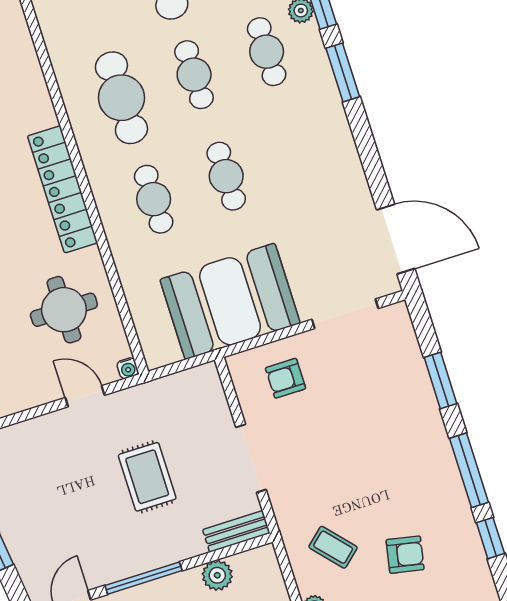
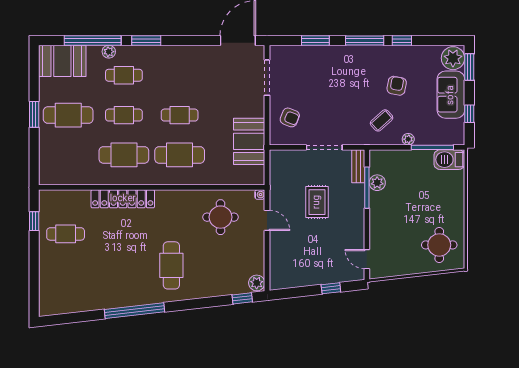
locker: (63, 189) -> (123, 199), moved
cafe table: (154, 199) -> (180, 155), width x1.37, depth x1.35
booth: (230, 301) -> (249, 141), width x0.73, depth x0.70
armchair: (286, 378) -> (290, 117), turned -68
door: (85, 396) -> (267, 220), swing flipped
rug: (147, 477) -> (317, 202), turned 90
window: (144, 578) -> (367, 188), moved

